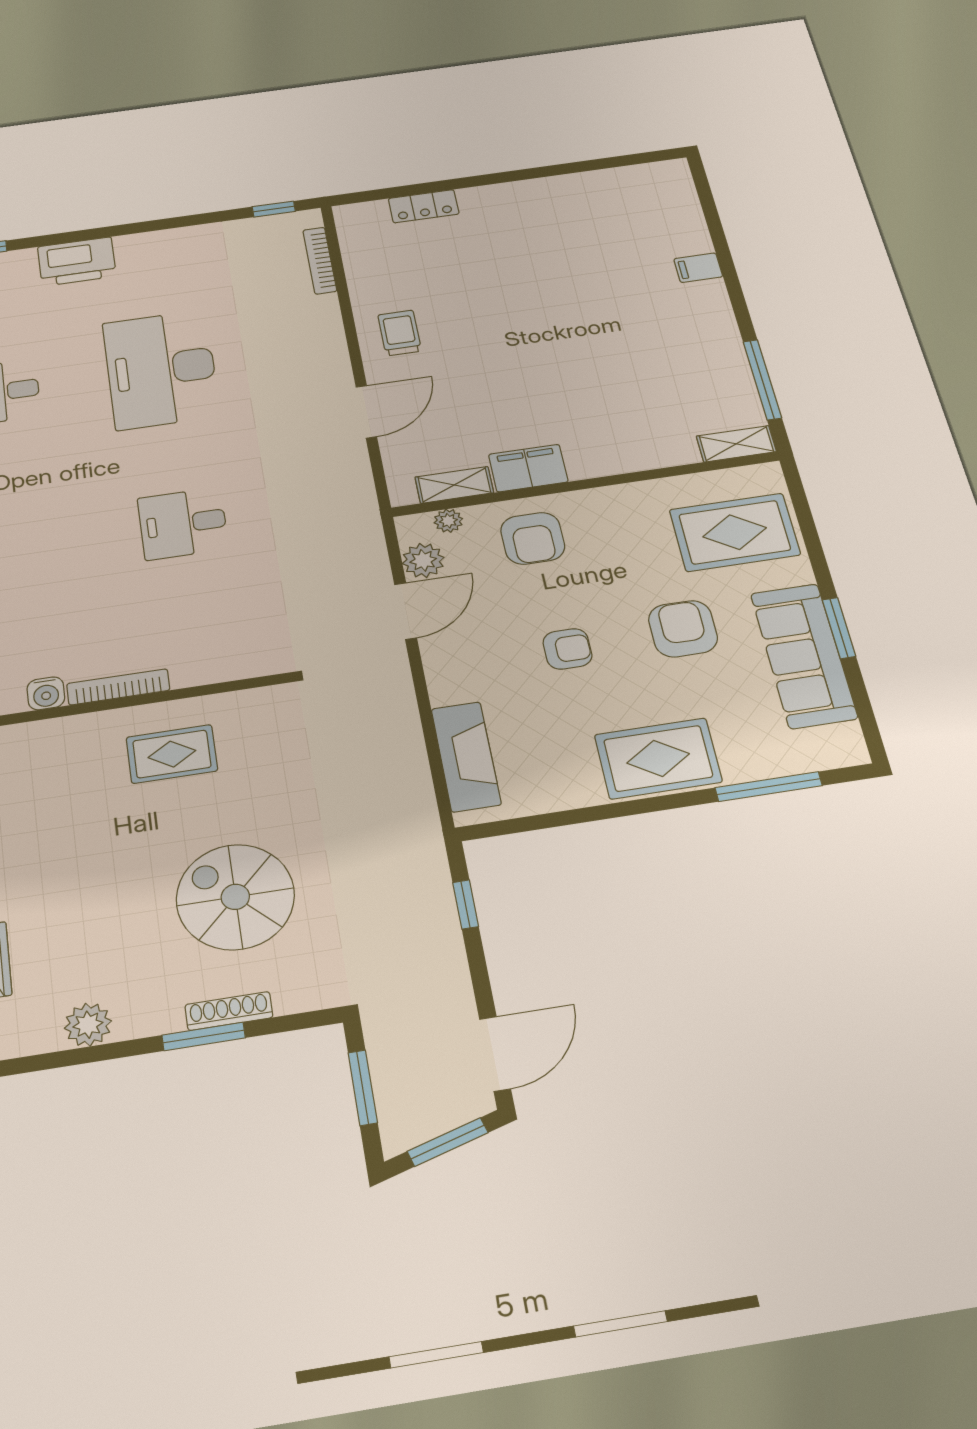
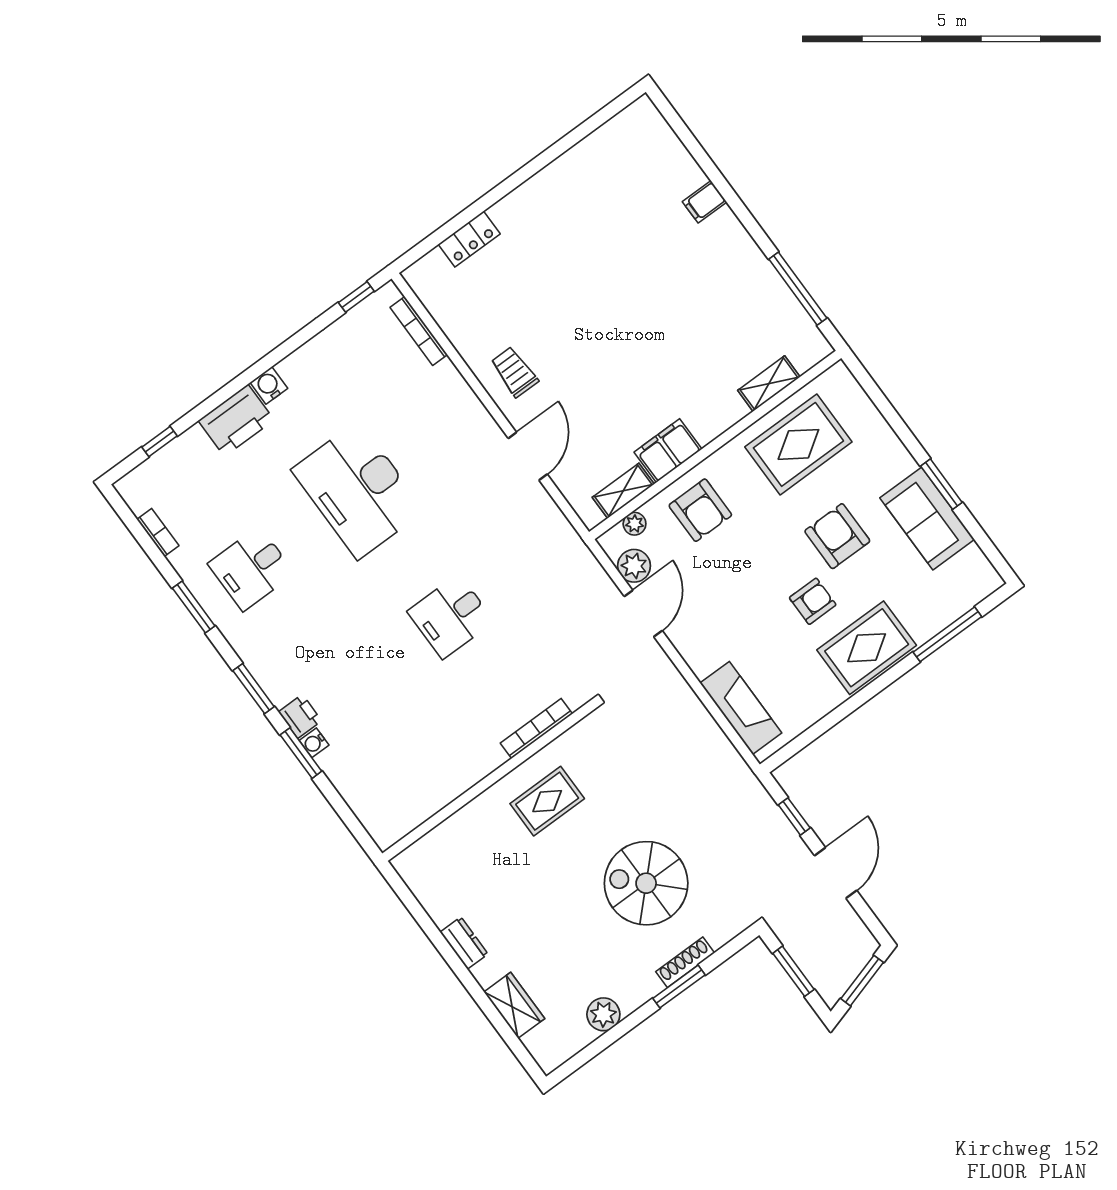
shelving: (736, 444) -> (769, 384), moved
rug: (735, 532) -> (798, 444), moved
armchair: (567, 649) -> (813, 601), moved
sofa: (804, 655) -> (927, 519), width x0.73
bookcase: (118, 687) -> (536, 729), moved
water cooler: (46, 693) -> (269, 385), moved, turned 180
door: (495, 1054) -> (836, 873), moved

